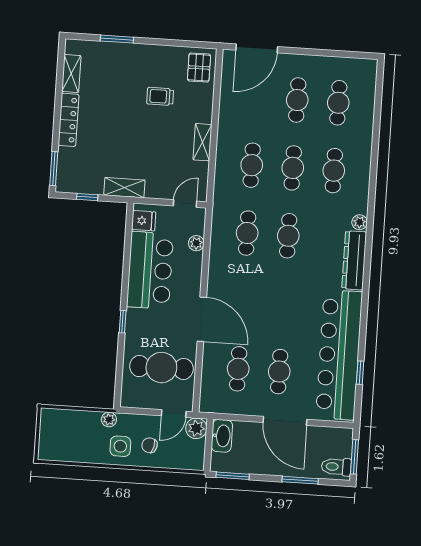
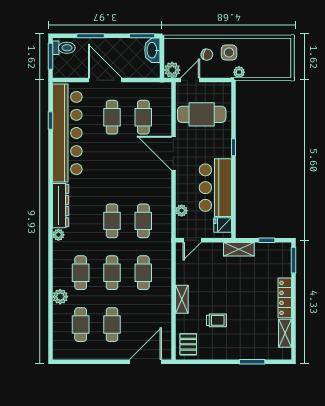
plant: (363, 141) -> (60, 297), added
shelving: (202, 142) -> (182, 299), moved
washbasin: (222, 436) -> (152, 50), moved

